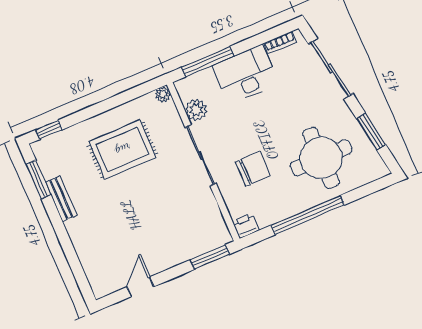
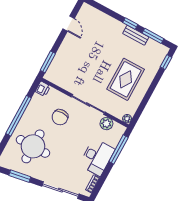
window: (56, 221) -> (130, 23), added

